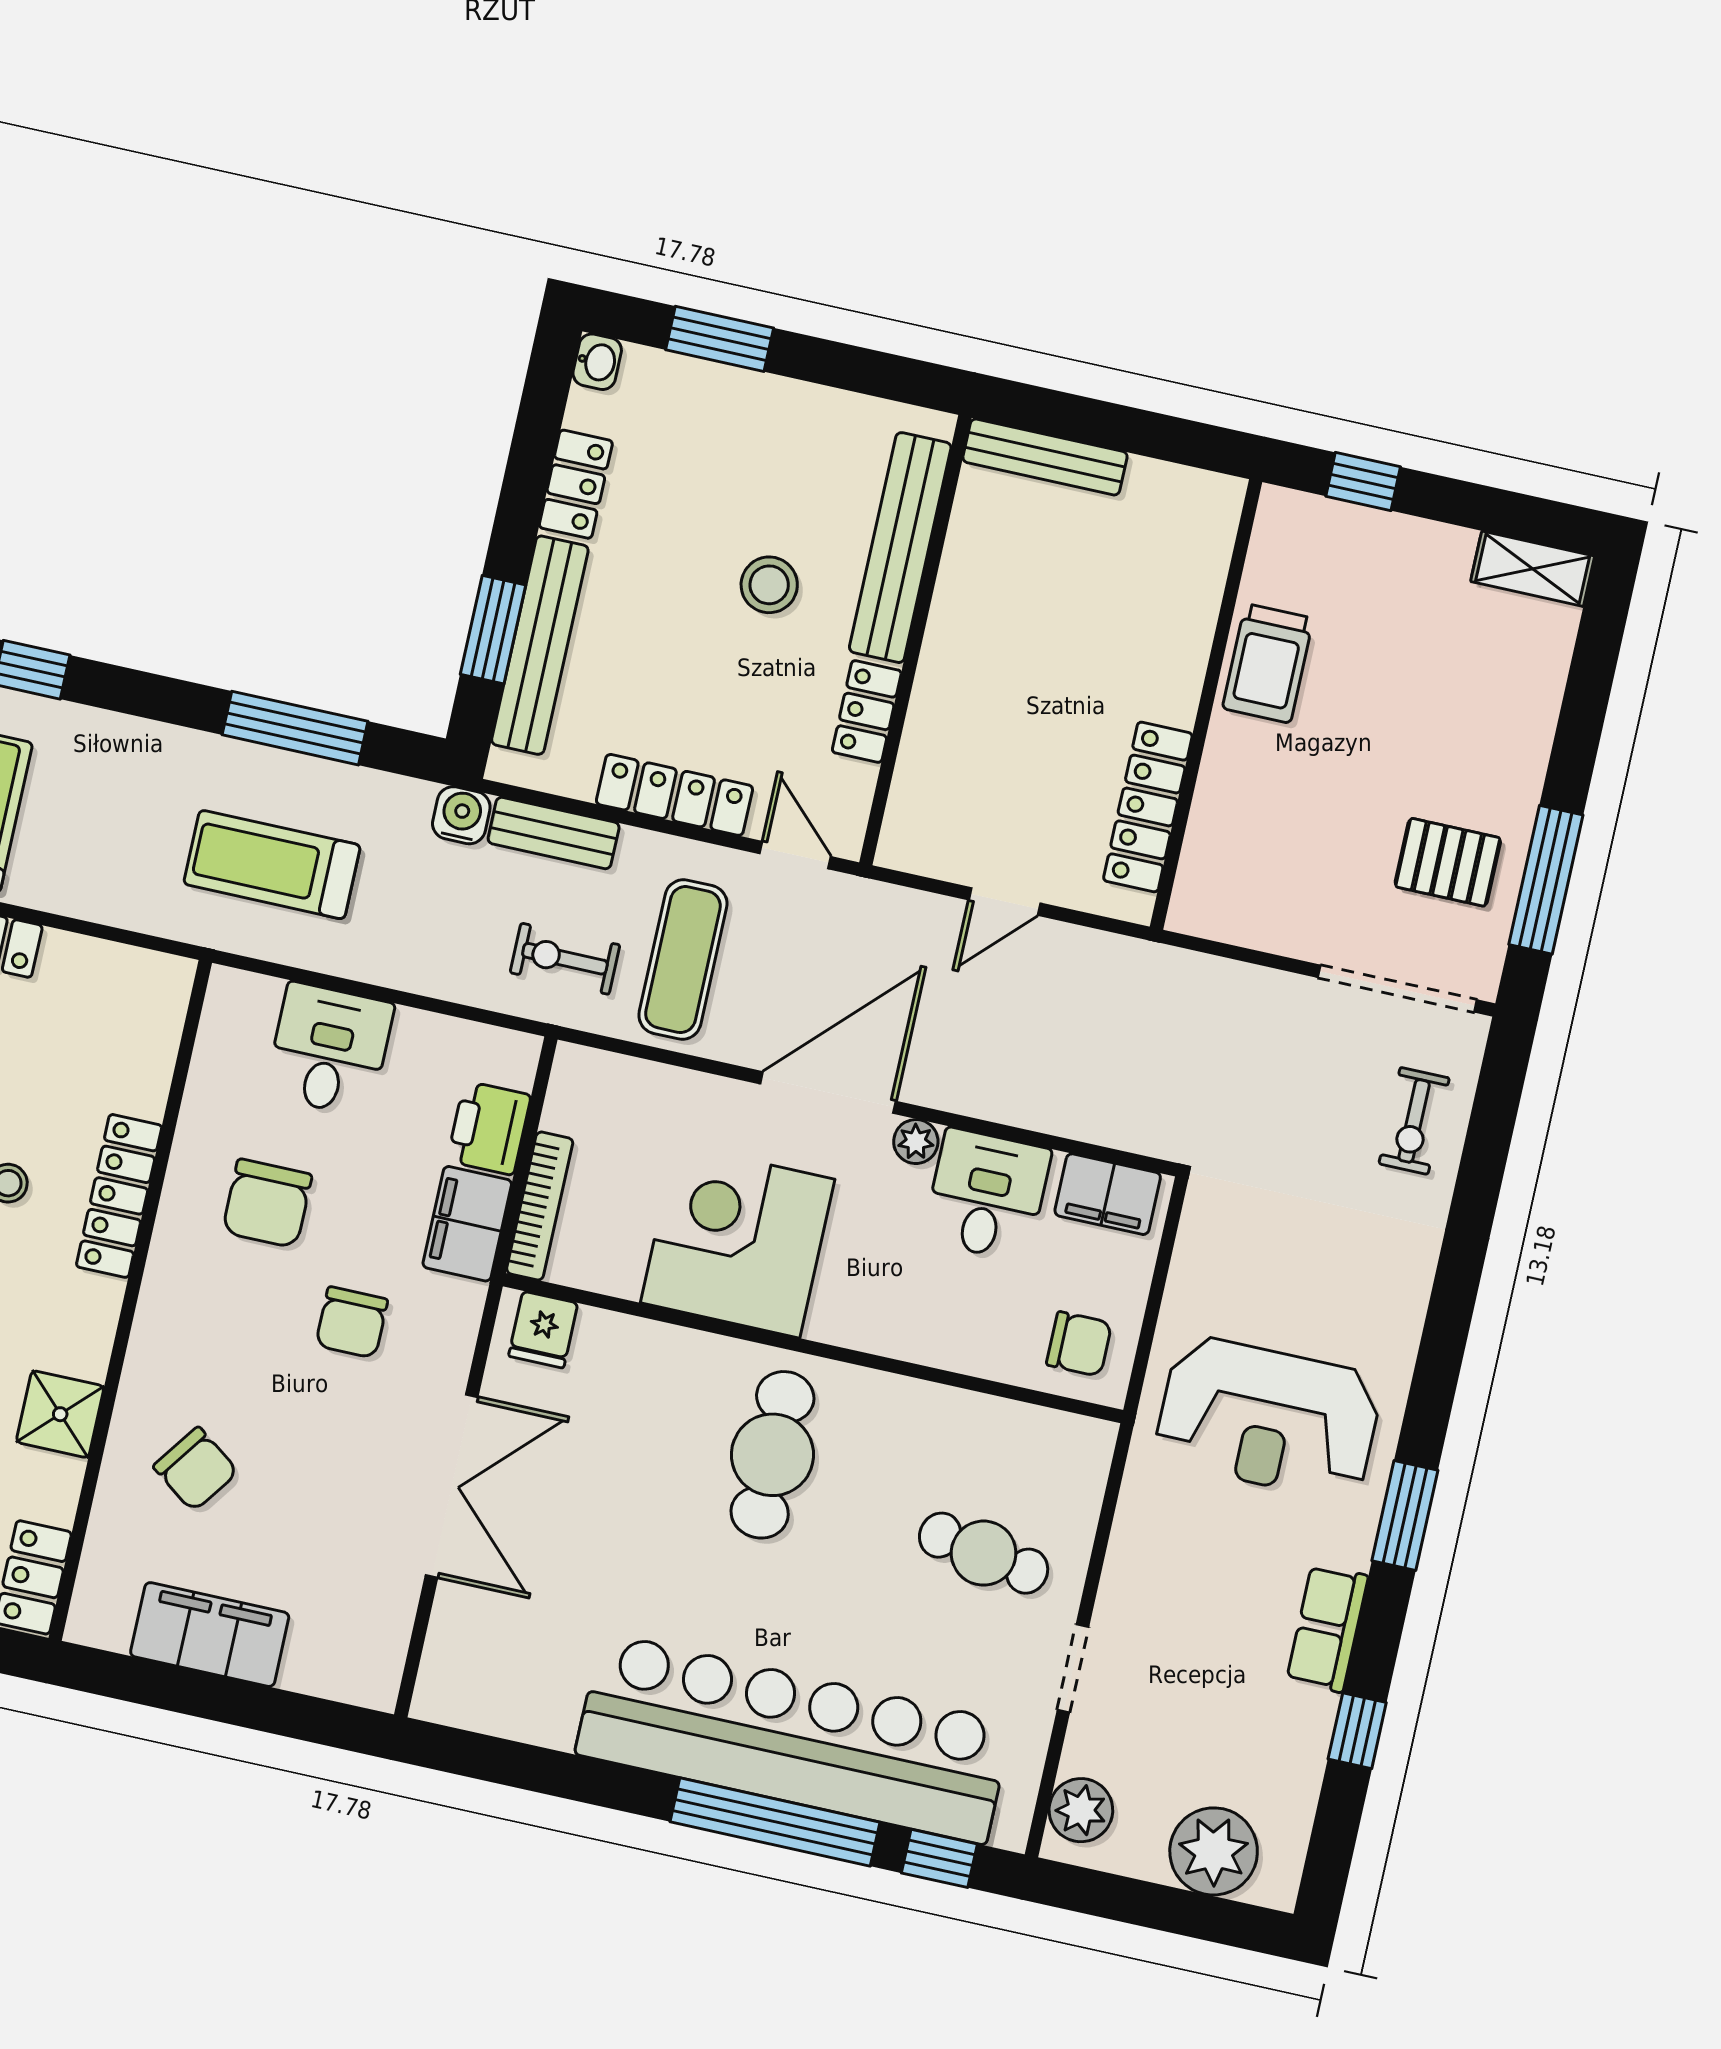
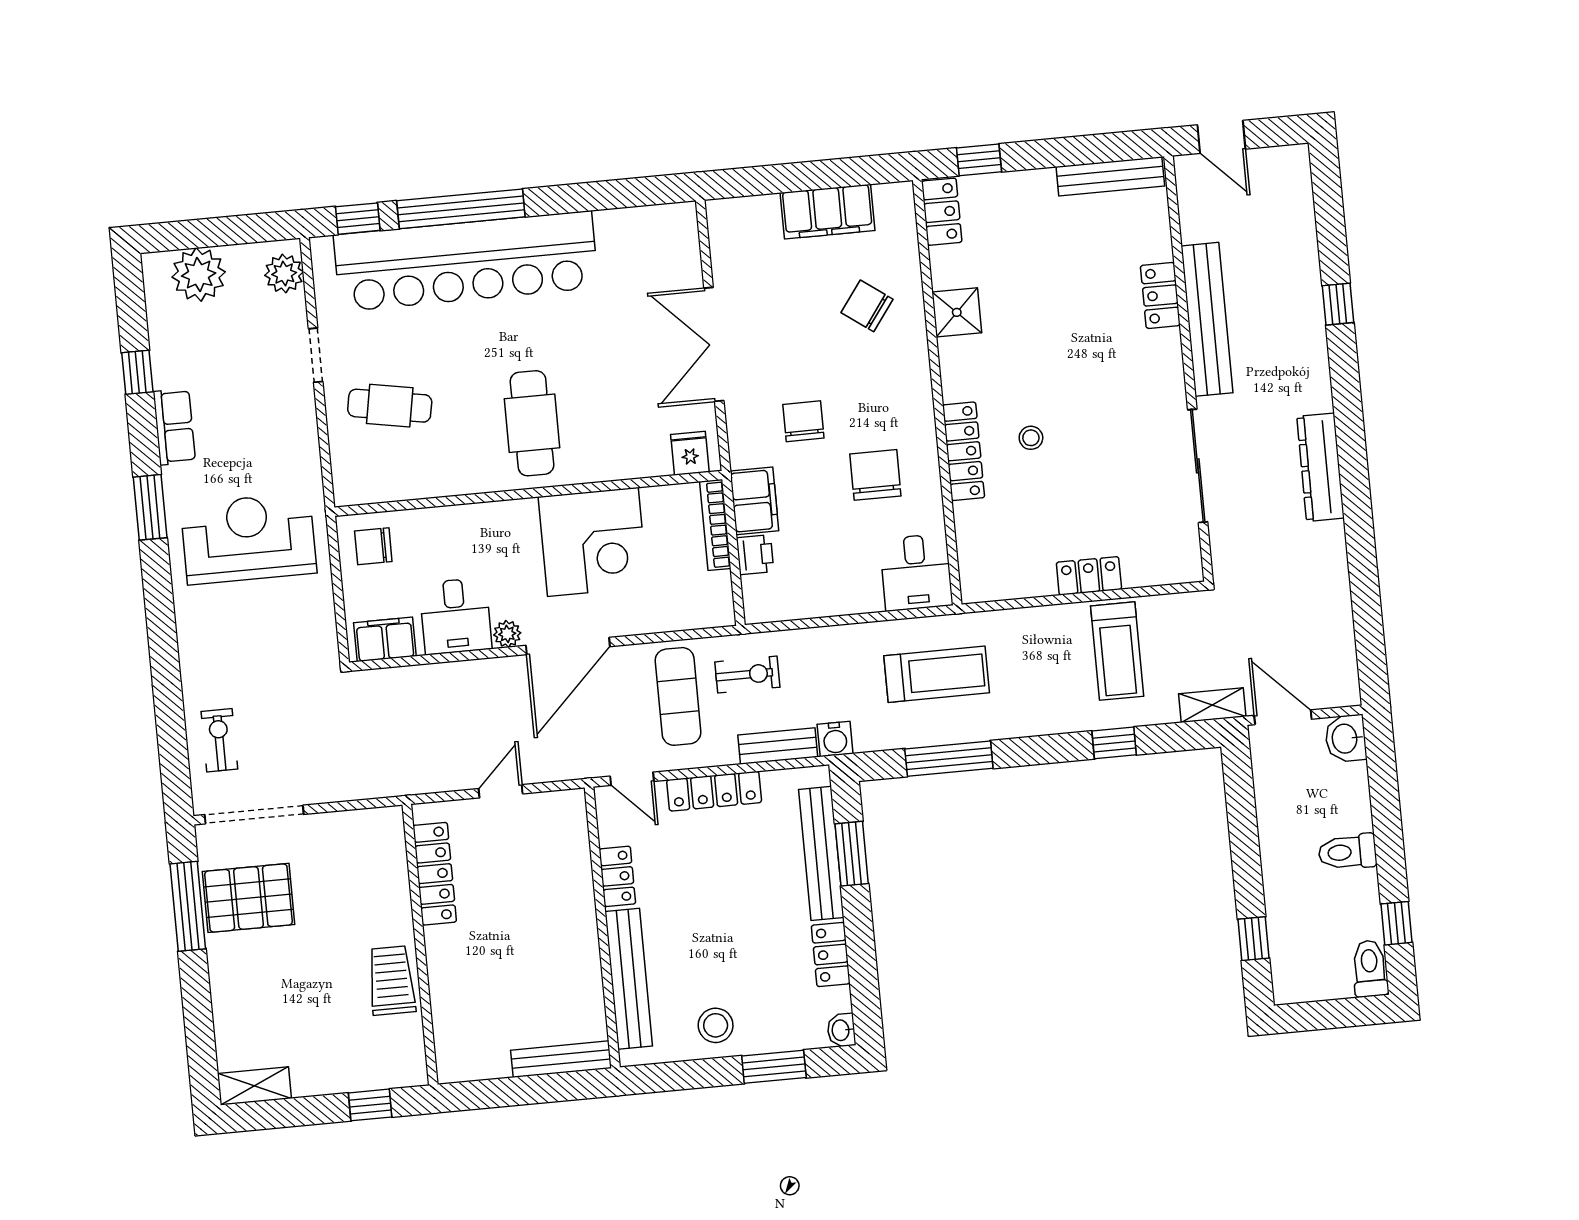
stool: (769, 585) -> (716, 1025), moved
pallet: (1448, 862) -> (249, 898), width x1.50, depth x1.42
desk: (329, 1049) -> (916, 572), moved
printer: (489, 1128) -> (755, 555), width x0.73, depth x0.81

